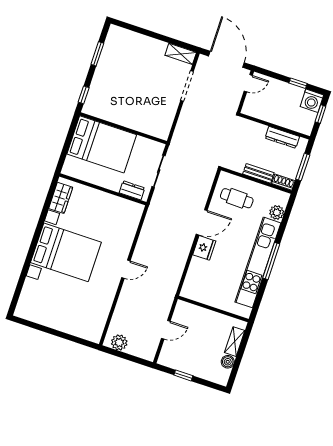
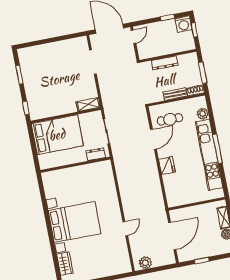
shelving: (181, 54) -> (88, 105), moved
dresser: (282, 137) -> (165, 63), moved
wardrobe: (61, 198) -> (65, 264), moved
door: (202, 222) -> (153, 139), moved
door: (126, 269) -> (125, 229), moved
door: (166, 330) -> (172, 236), width x1.88

